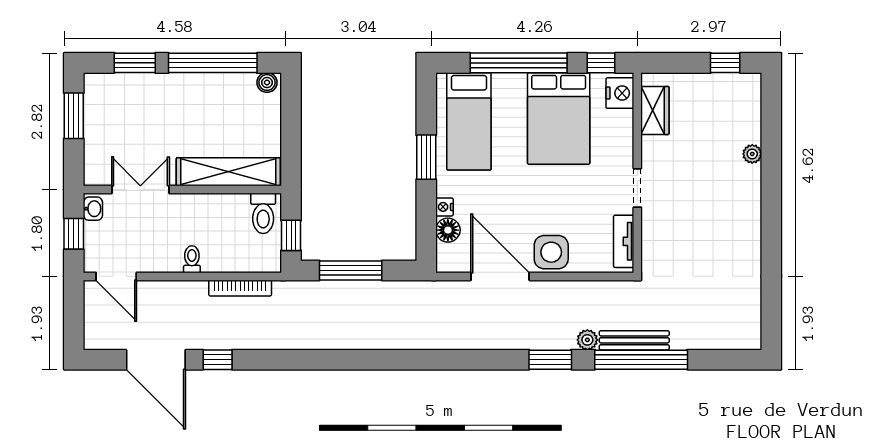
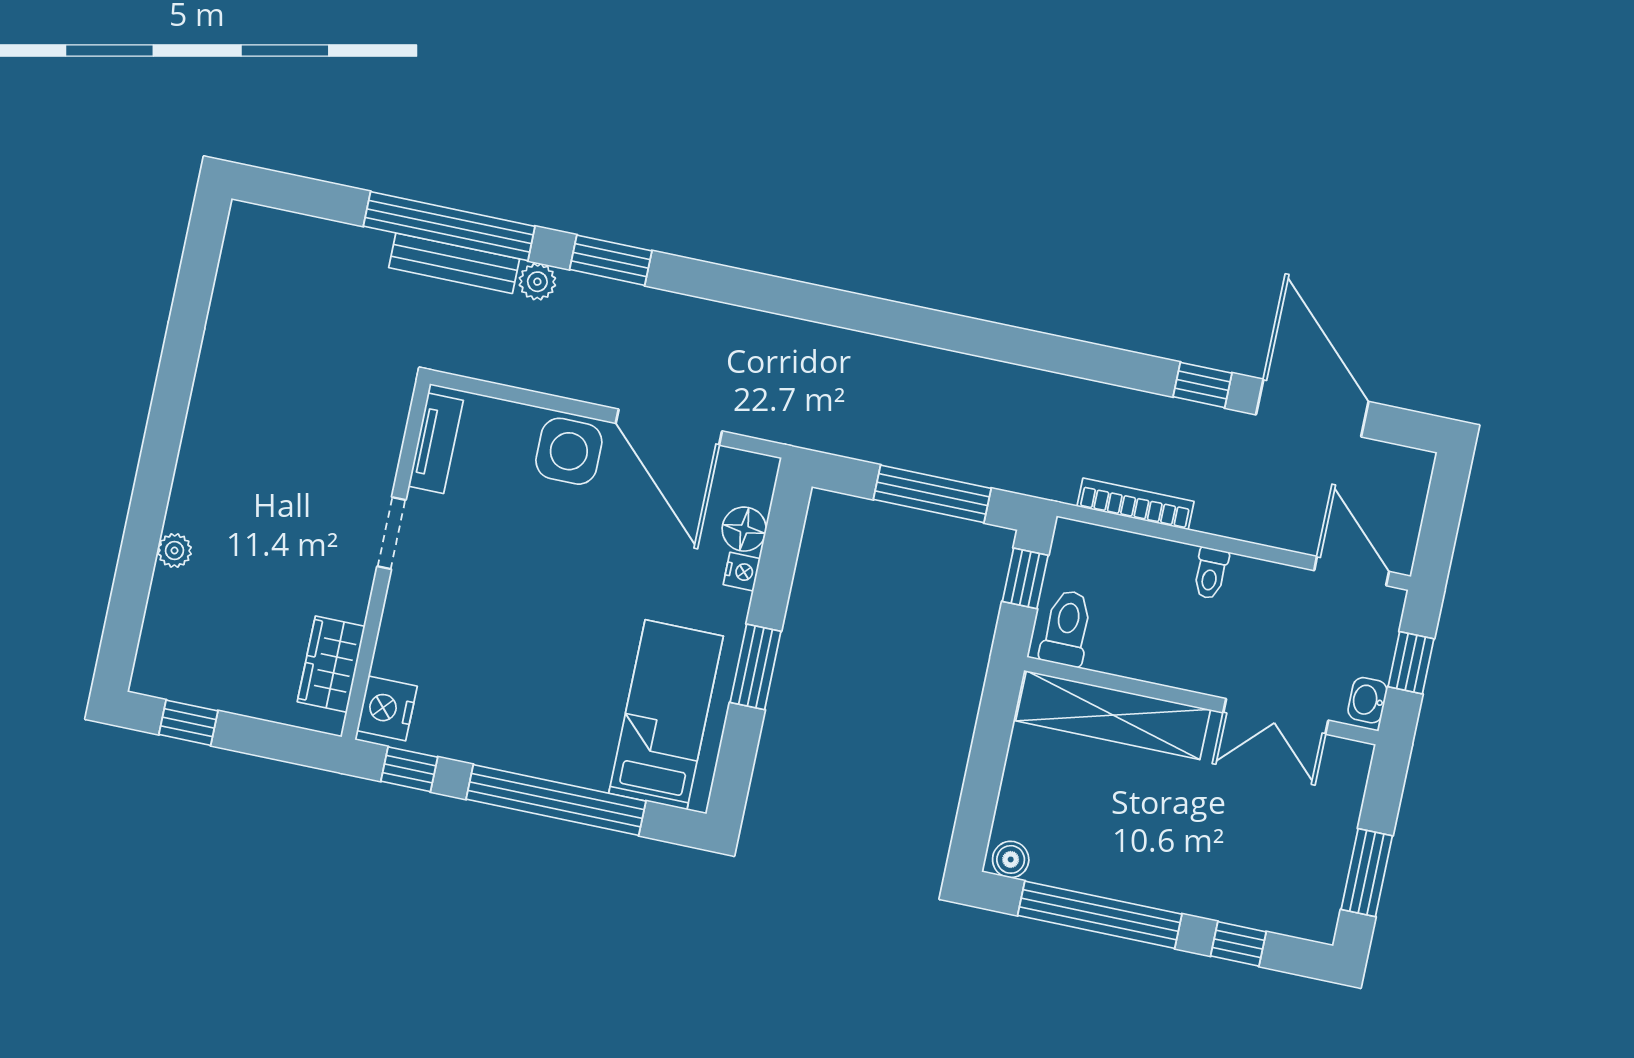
window: (135, 63) -> (1238, 944), width x0.67
bed: (559, 118) -> (505, 686), removed

